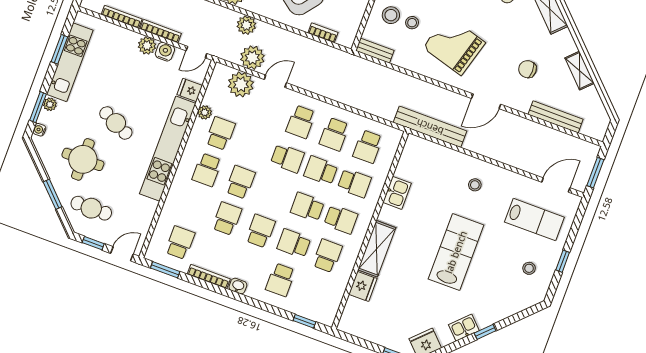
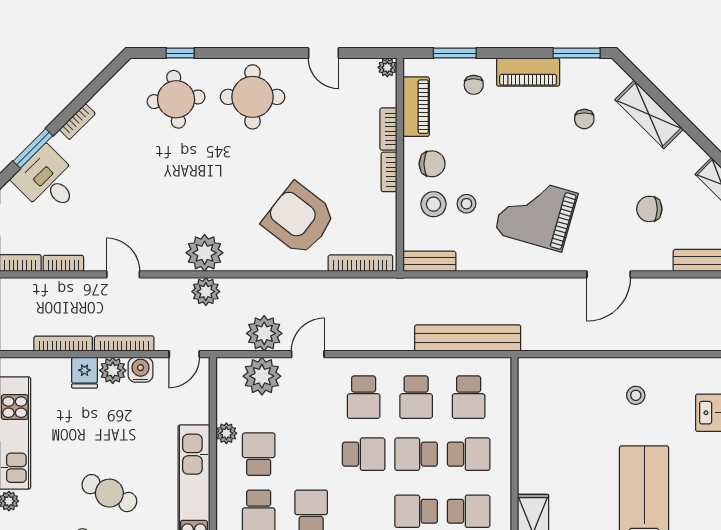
plant: (246, 25) -> (206, 292), moved
bookcase: (323, 33) -> (360, 263), width x1.56
fridge: (190, 90) -> (85, 373), moved, turned -90
bench: (430, 127) -> (468, 338), moved
kitchen sink: (397, 193) -> (532, 446), removed

